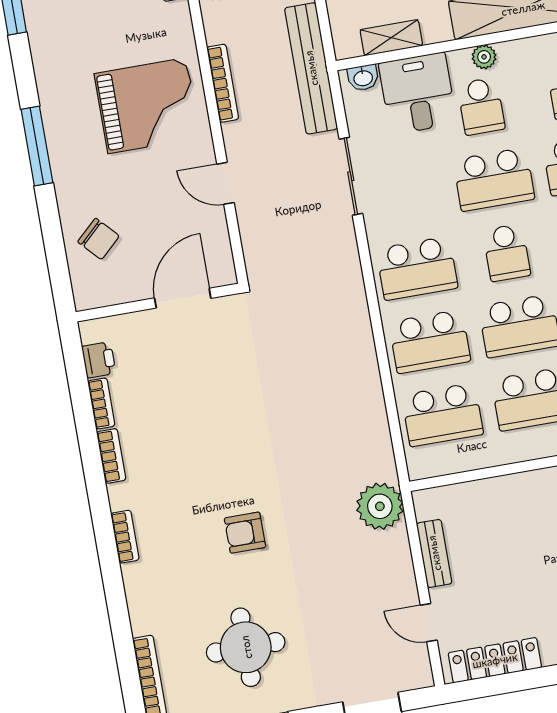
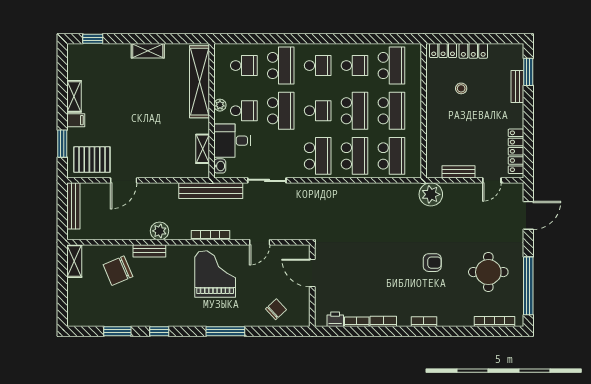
armchair: (245, 533) -> (432, 263), turned -90

